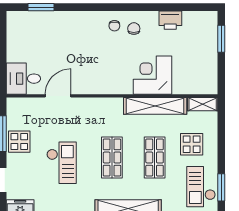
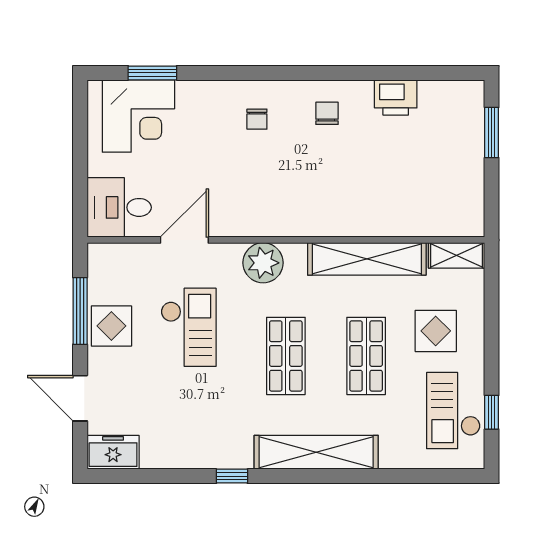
chair: (114, 26) -> (257, 119), moved
corner desk: (153, 75) -> (138, 116), moved, turned 180
plant: (100, 108) -> (263, 263), added
checkout: (62, 163) -> (189, 327), moved
window: (221, 187) -> (492, 412), width x0.67

